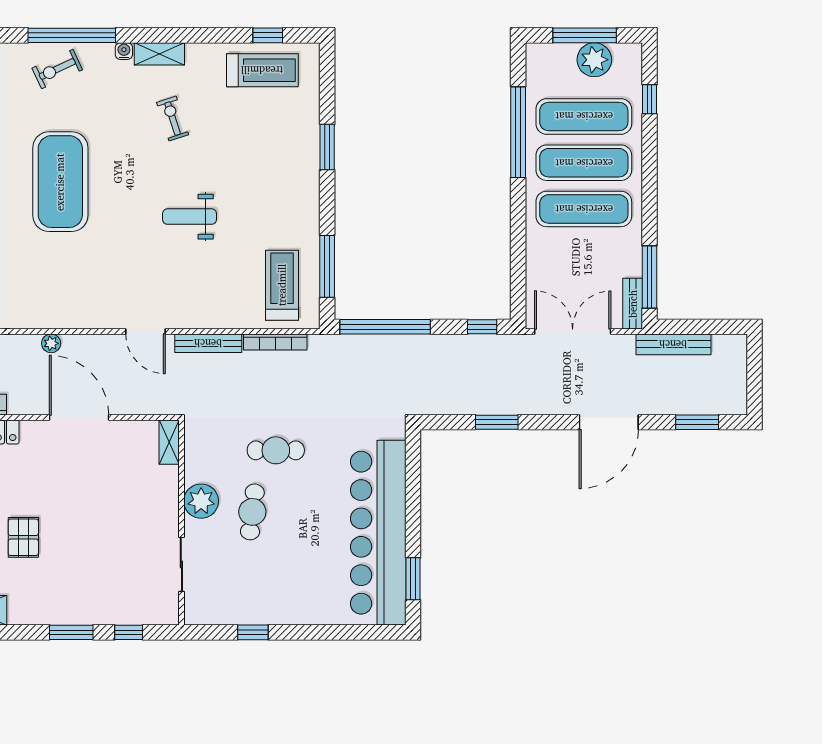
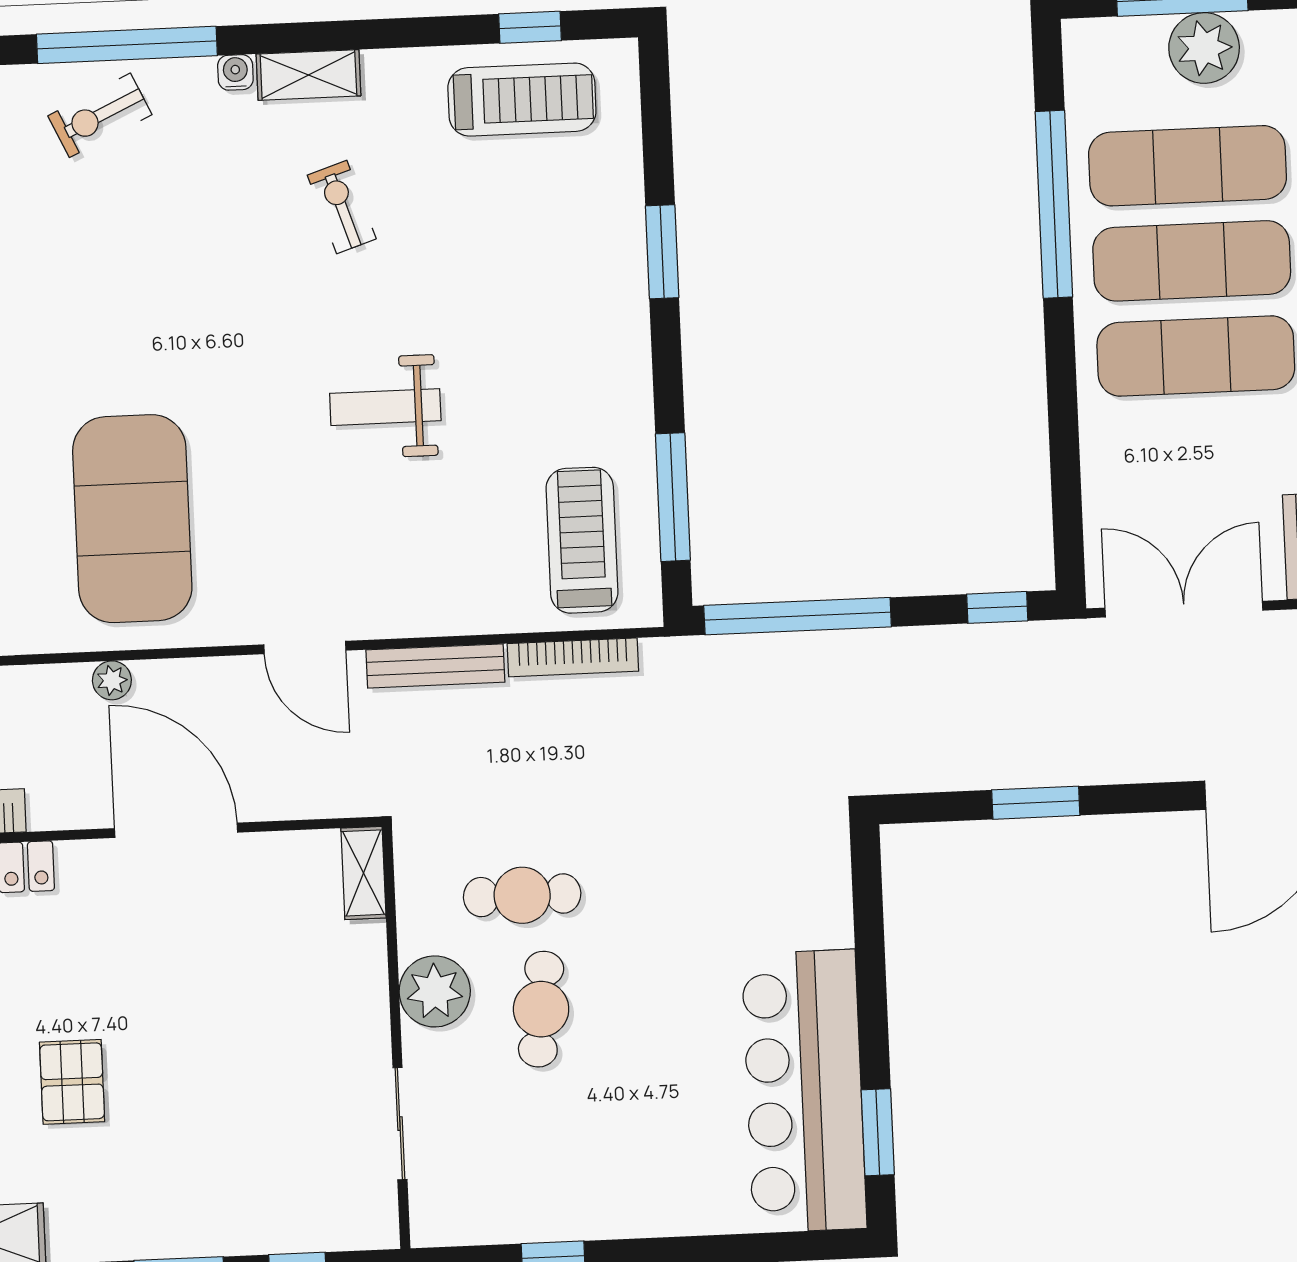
exercise mat: (60, 182) -> (132, 519), moved
cafe table: (276, 450) -> (522, 895), moved
bar counter: (378, 533) -> (804, 1091), width x0.73

